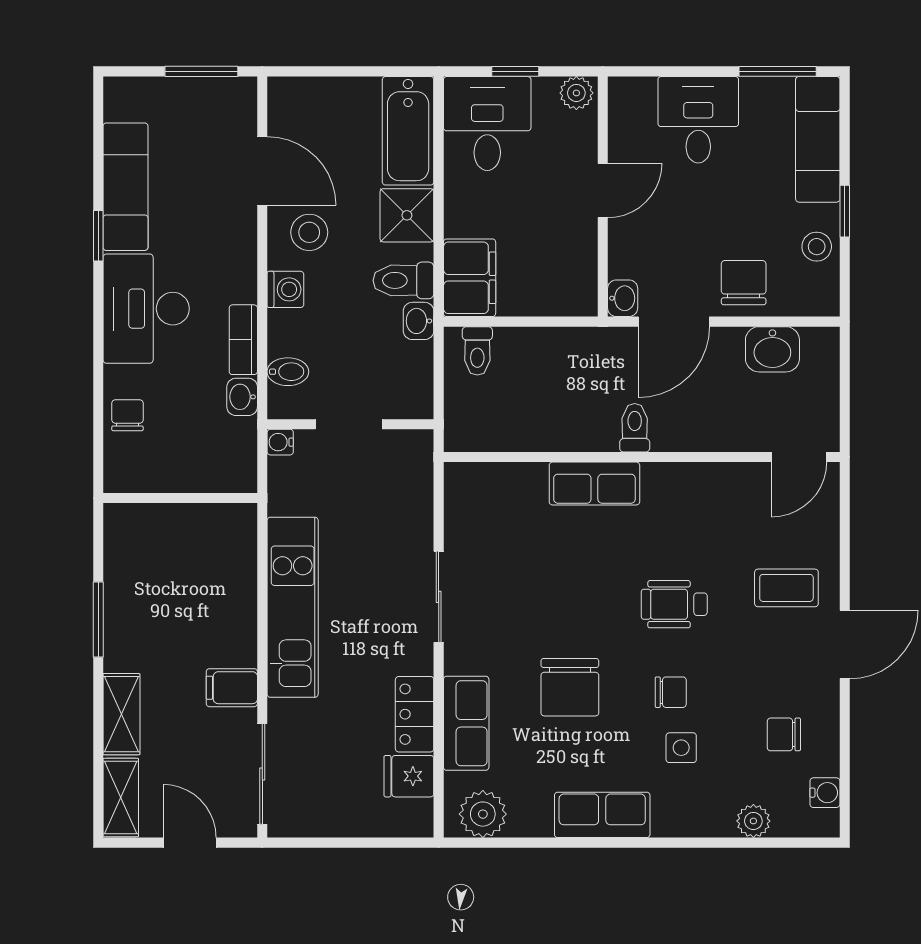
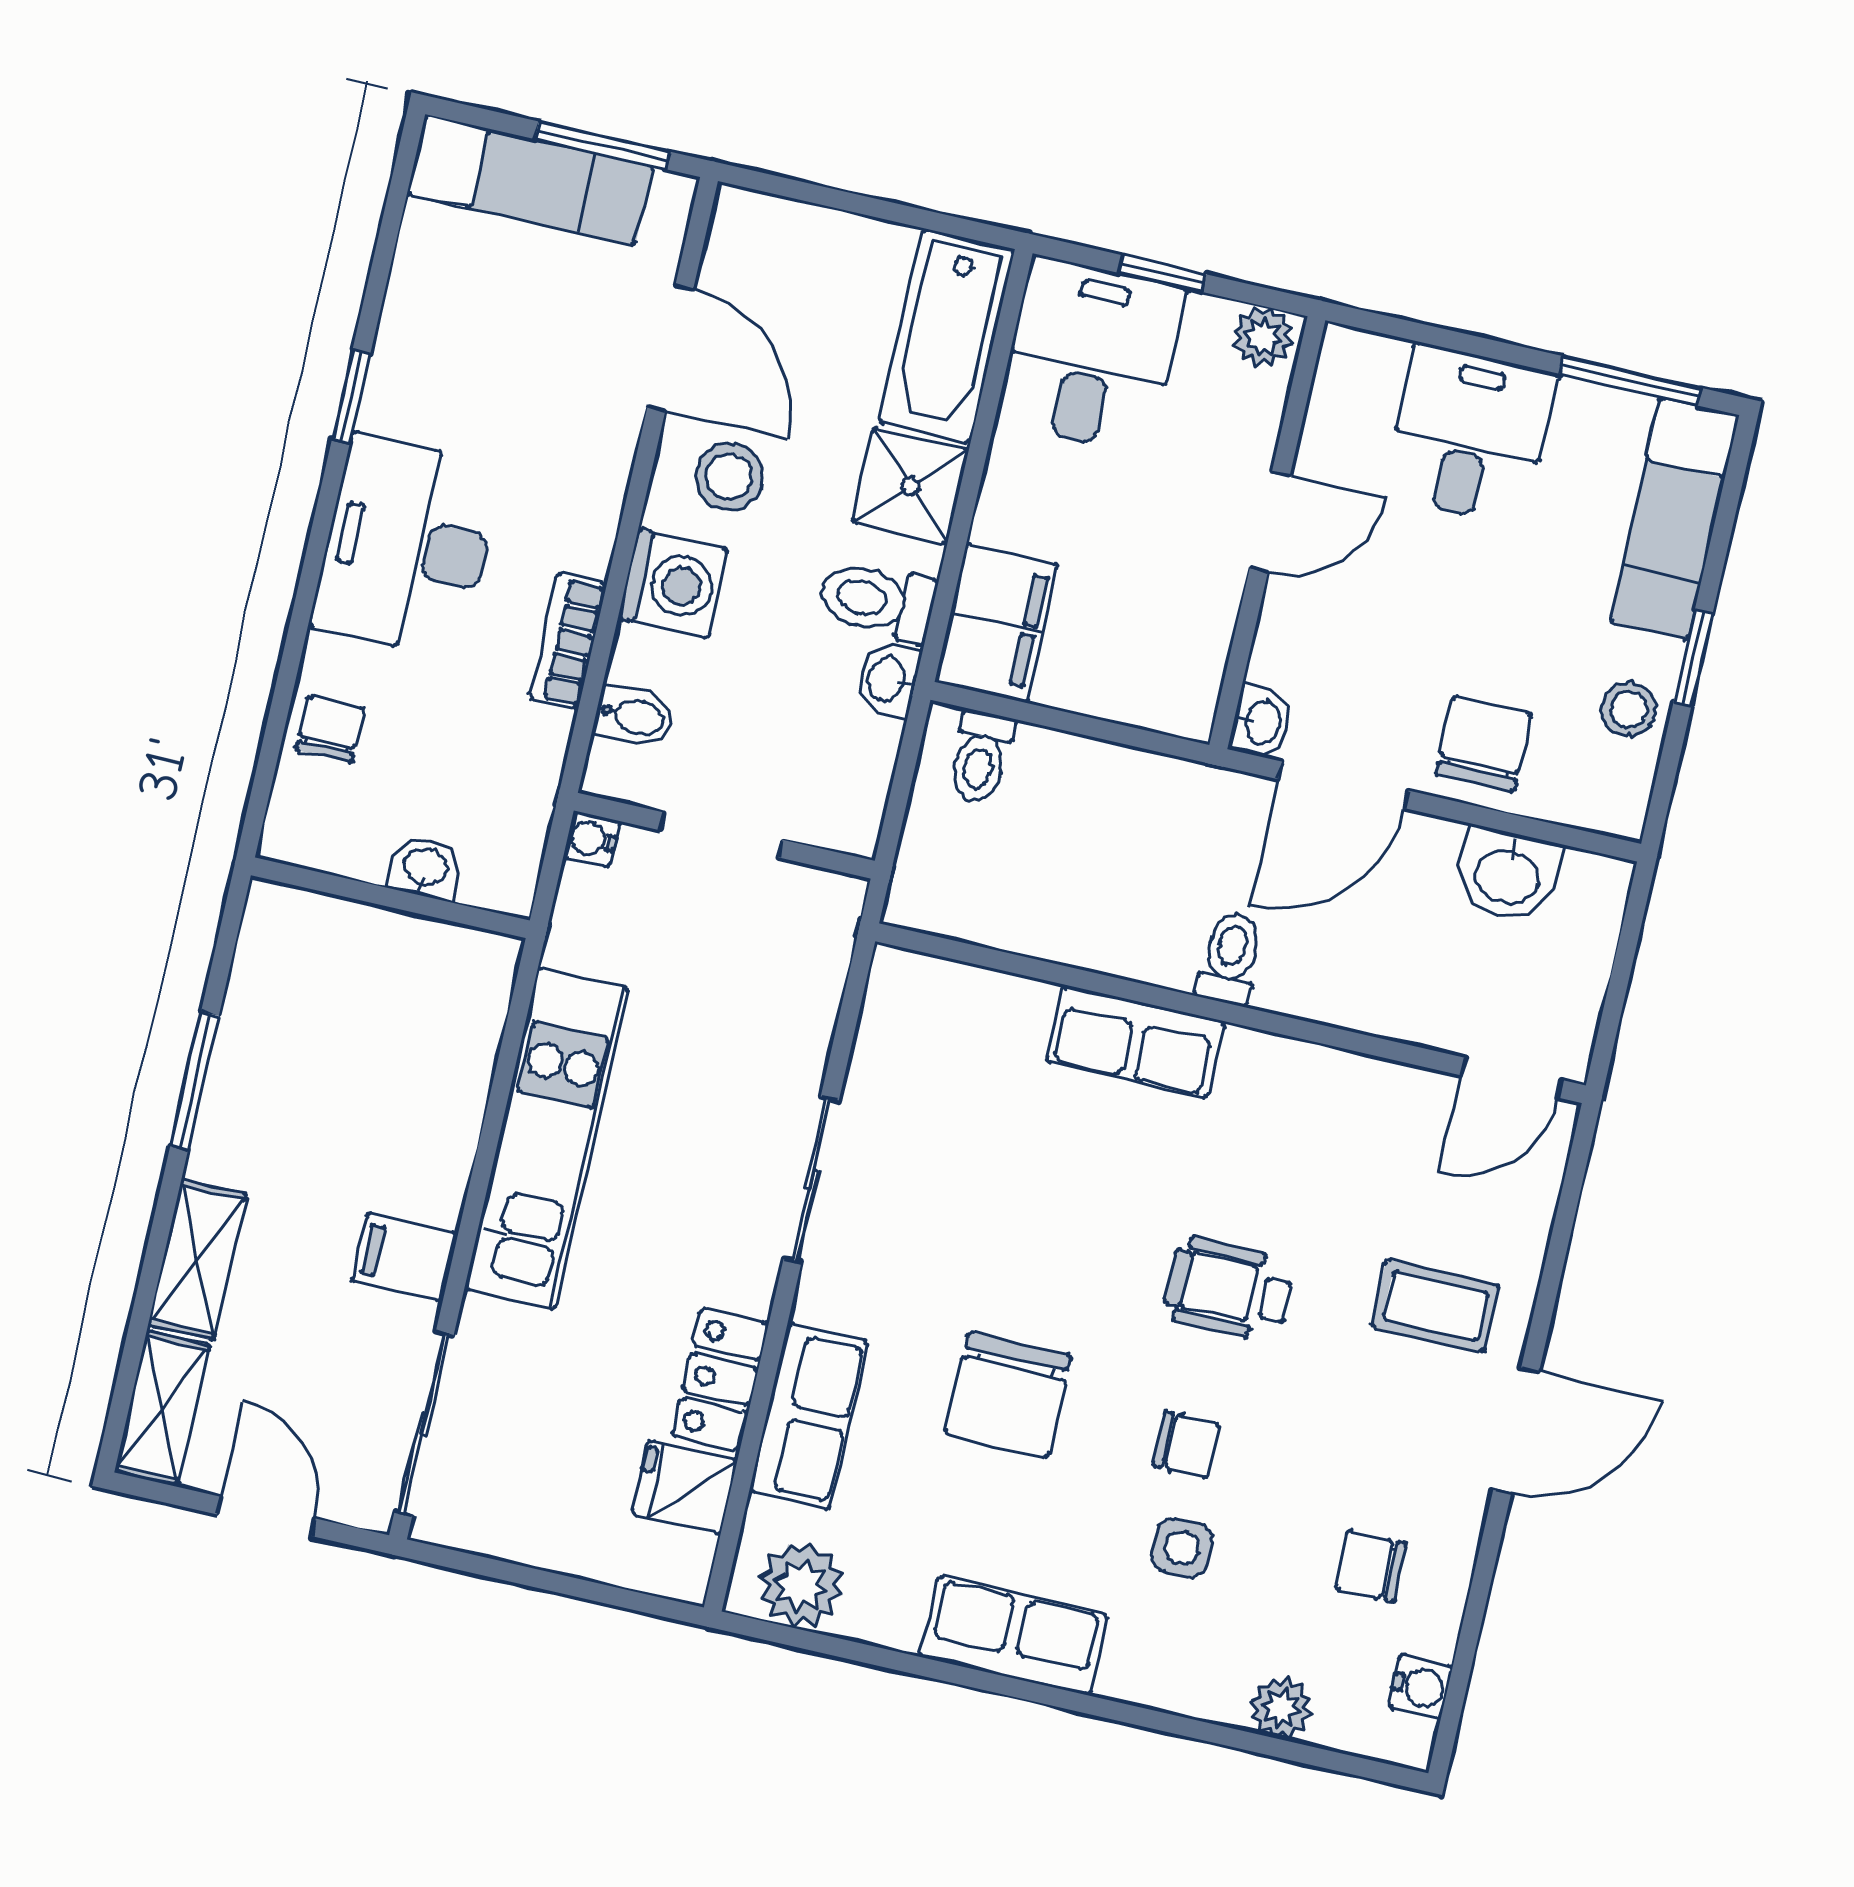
exam couch: (125, 187) -> (530, 180), moved, turned 90
washing machine: (285, 289) -> (673, 584), width x1.38, depth x1.38
washbasin: (242, 397) -> (425, 868), moved, turned 90

